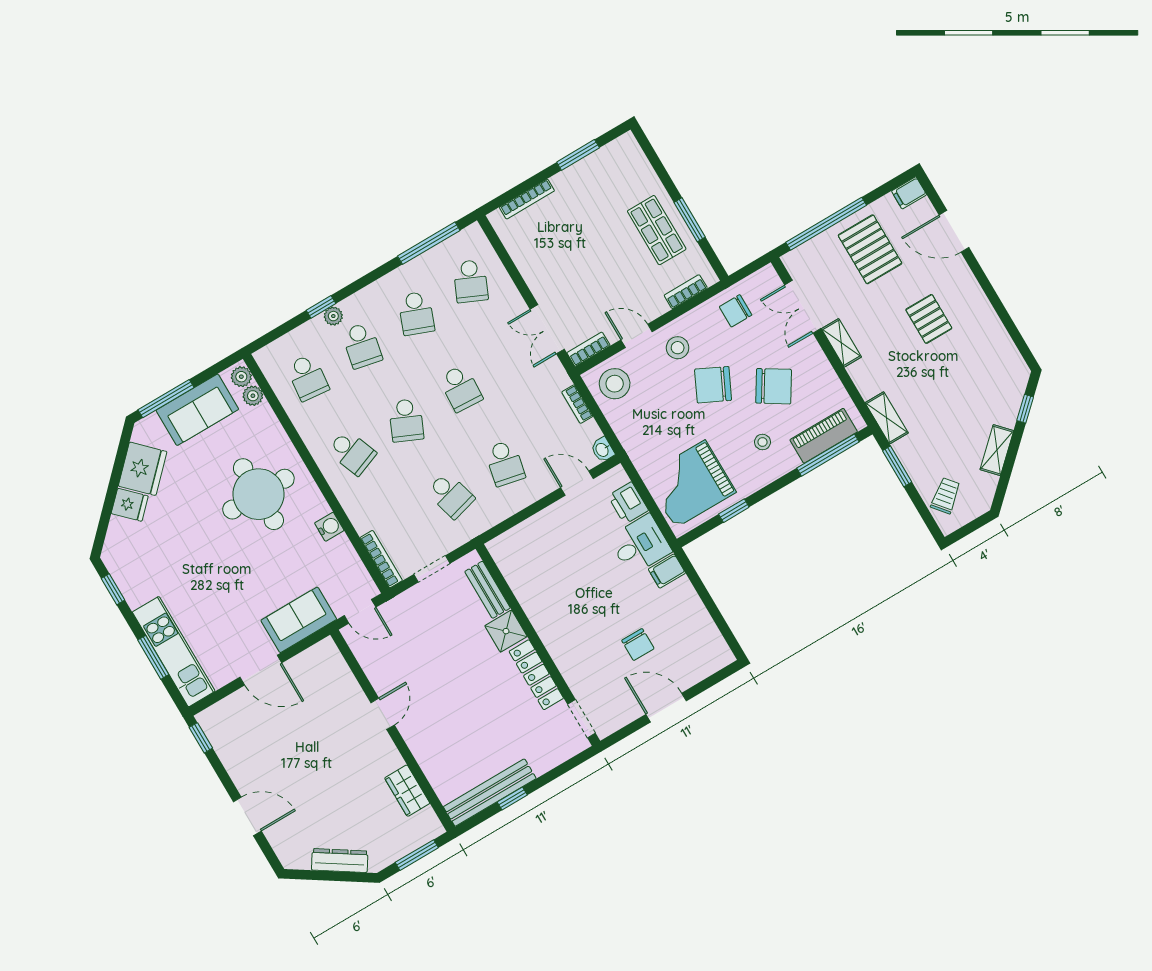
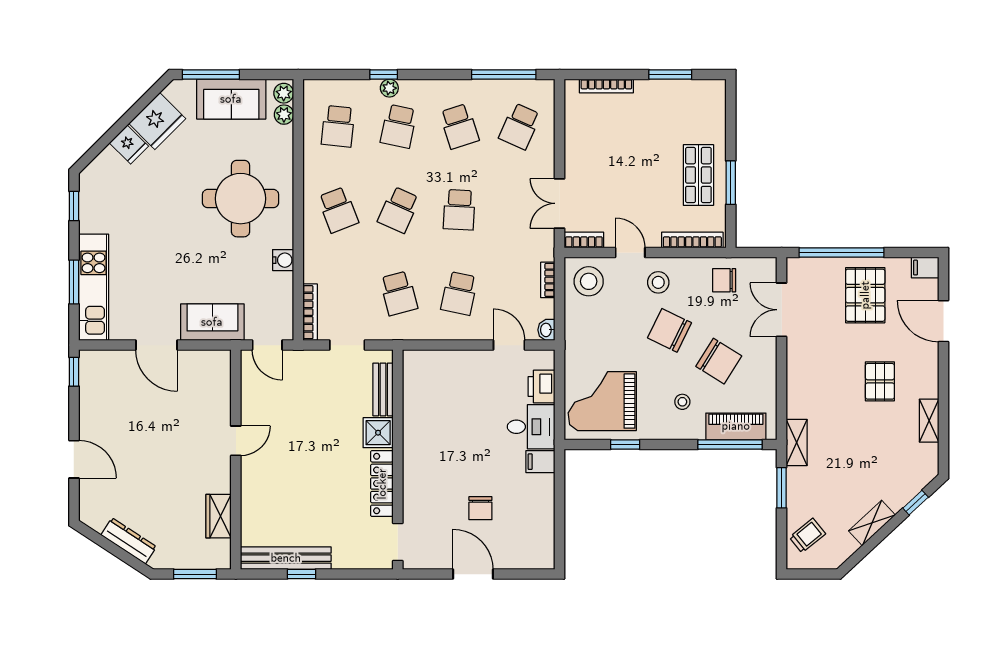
bookcase: (686, 292) -> (692, 240), width x1.56
school desk: (416, 313) -> (459, 126), turned -39
shelving: (841, 343) -> (929, 421), moved

